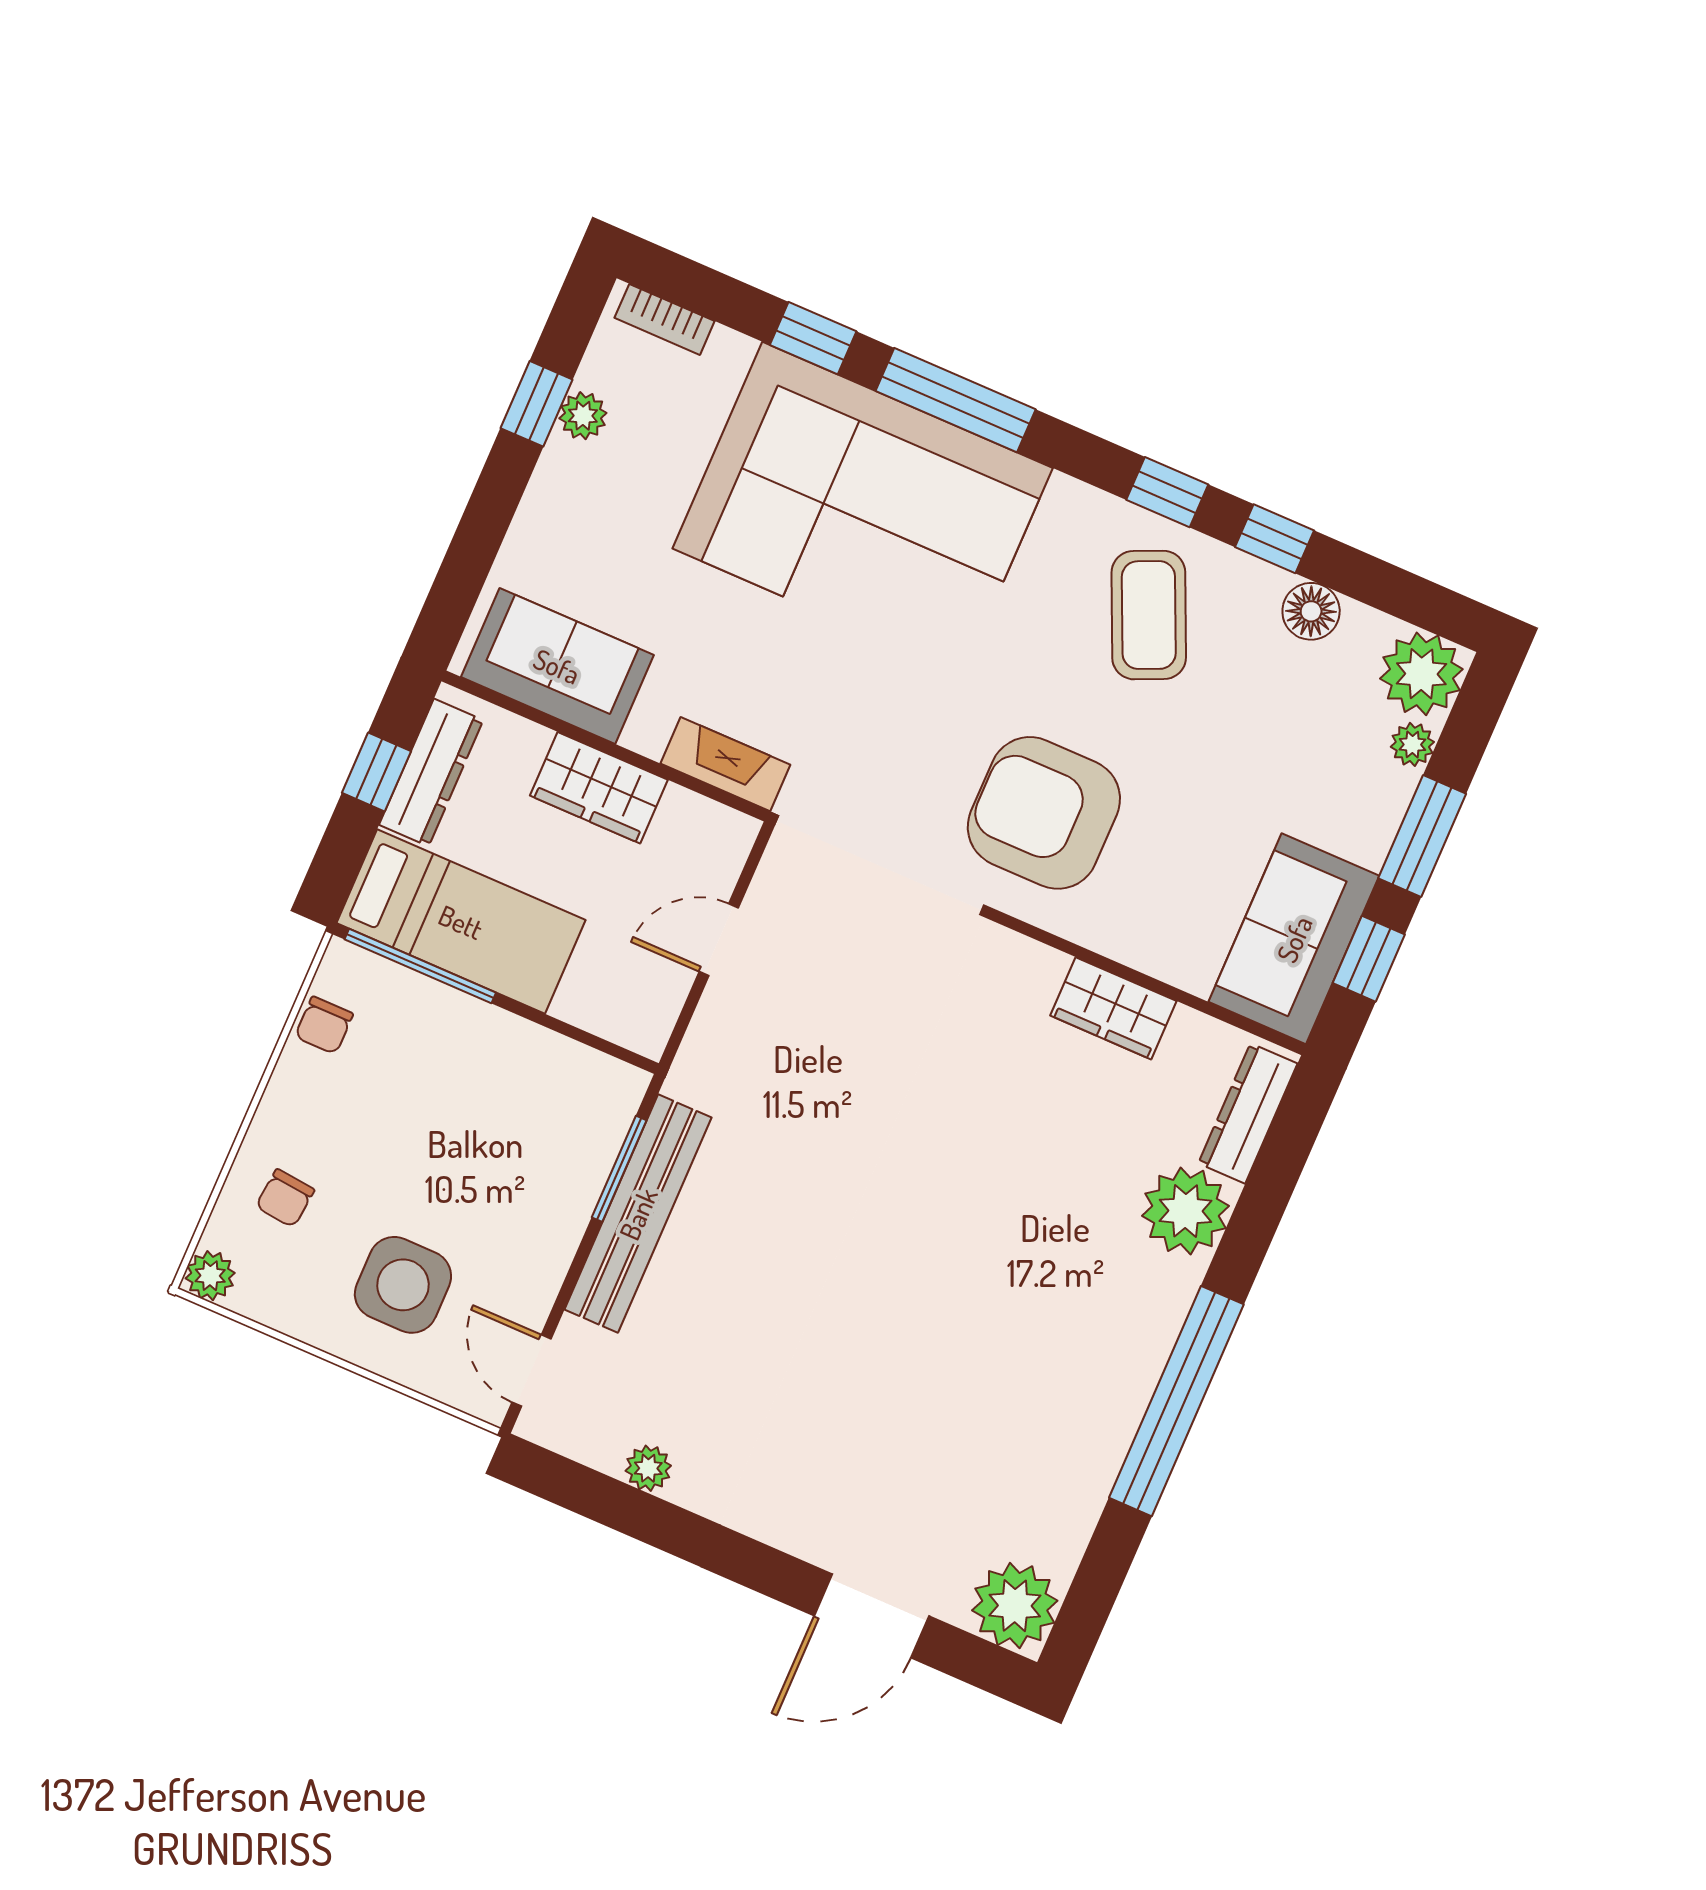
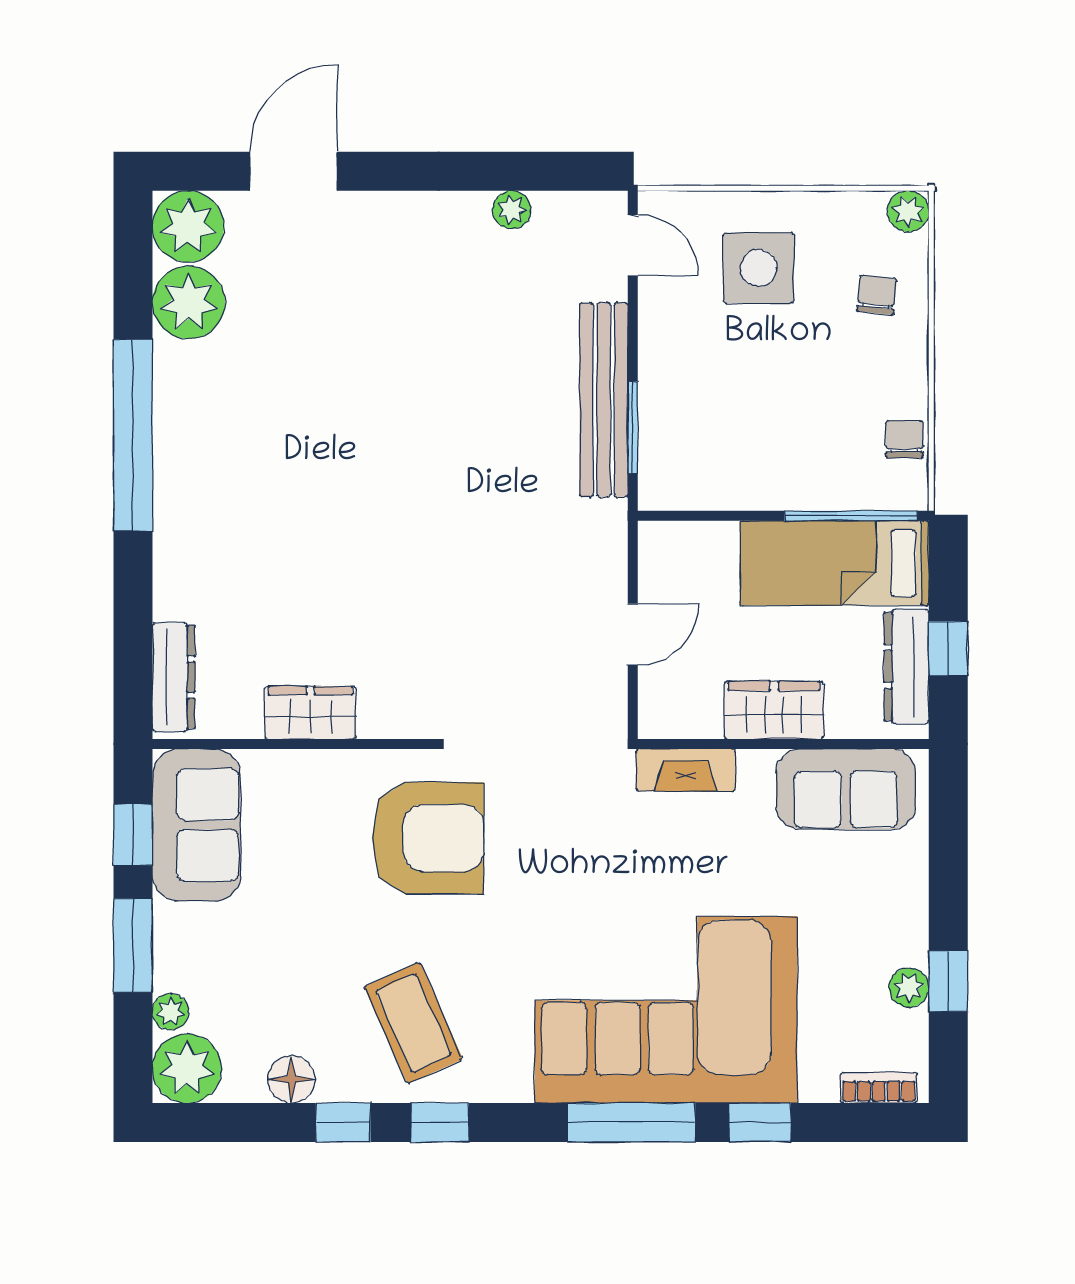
plant: (1186, 1211) -> (189, 302), moved

